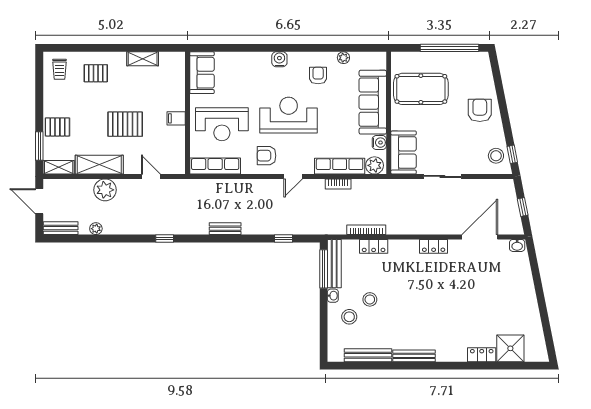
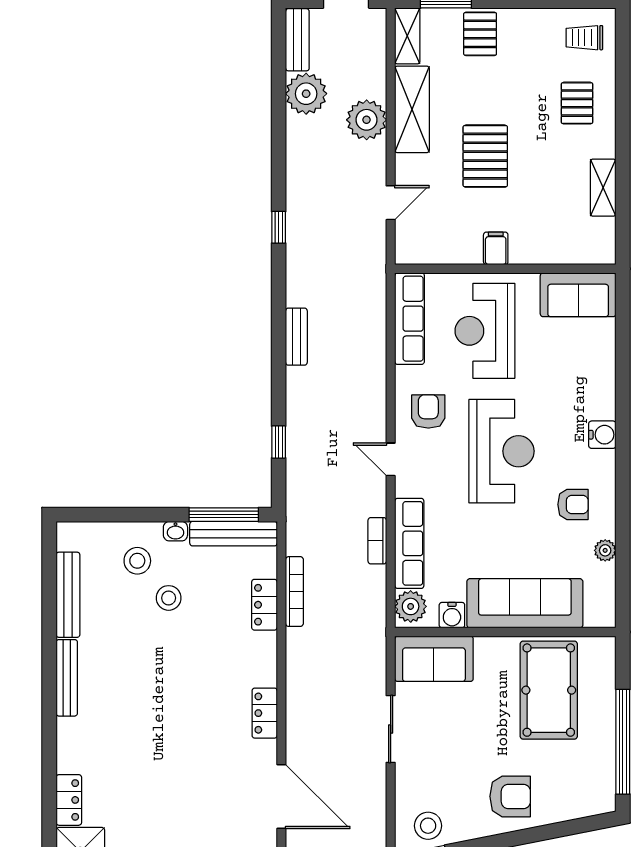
plant: (96, 229) -> (306, 94), width x1.87, depth x1.87

